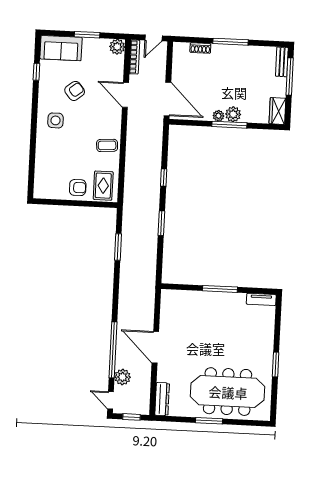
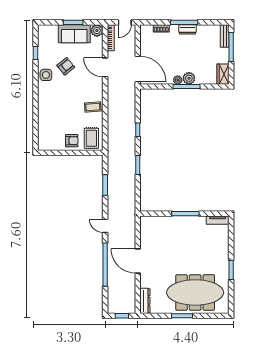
sofa: (61, 48) -> (74, 34), moved
dresser: (234, 51) -> (187, 29), added
side table: (56, 120) -> (46, 75), moved
plant: (123, 377) -> (114, 285), removed
door: (110, 400) -> (105, 226), moved

